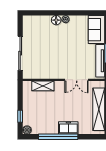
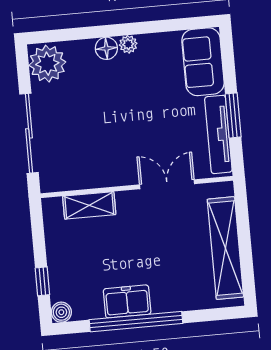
plant: (31, 24) -> (47, 64), added
double door: (77, 80) -> (167, 184), swing flipped
freezer: (68, 128) -> (127, 301), moved

